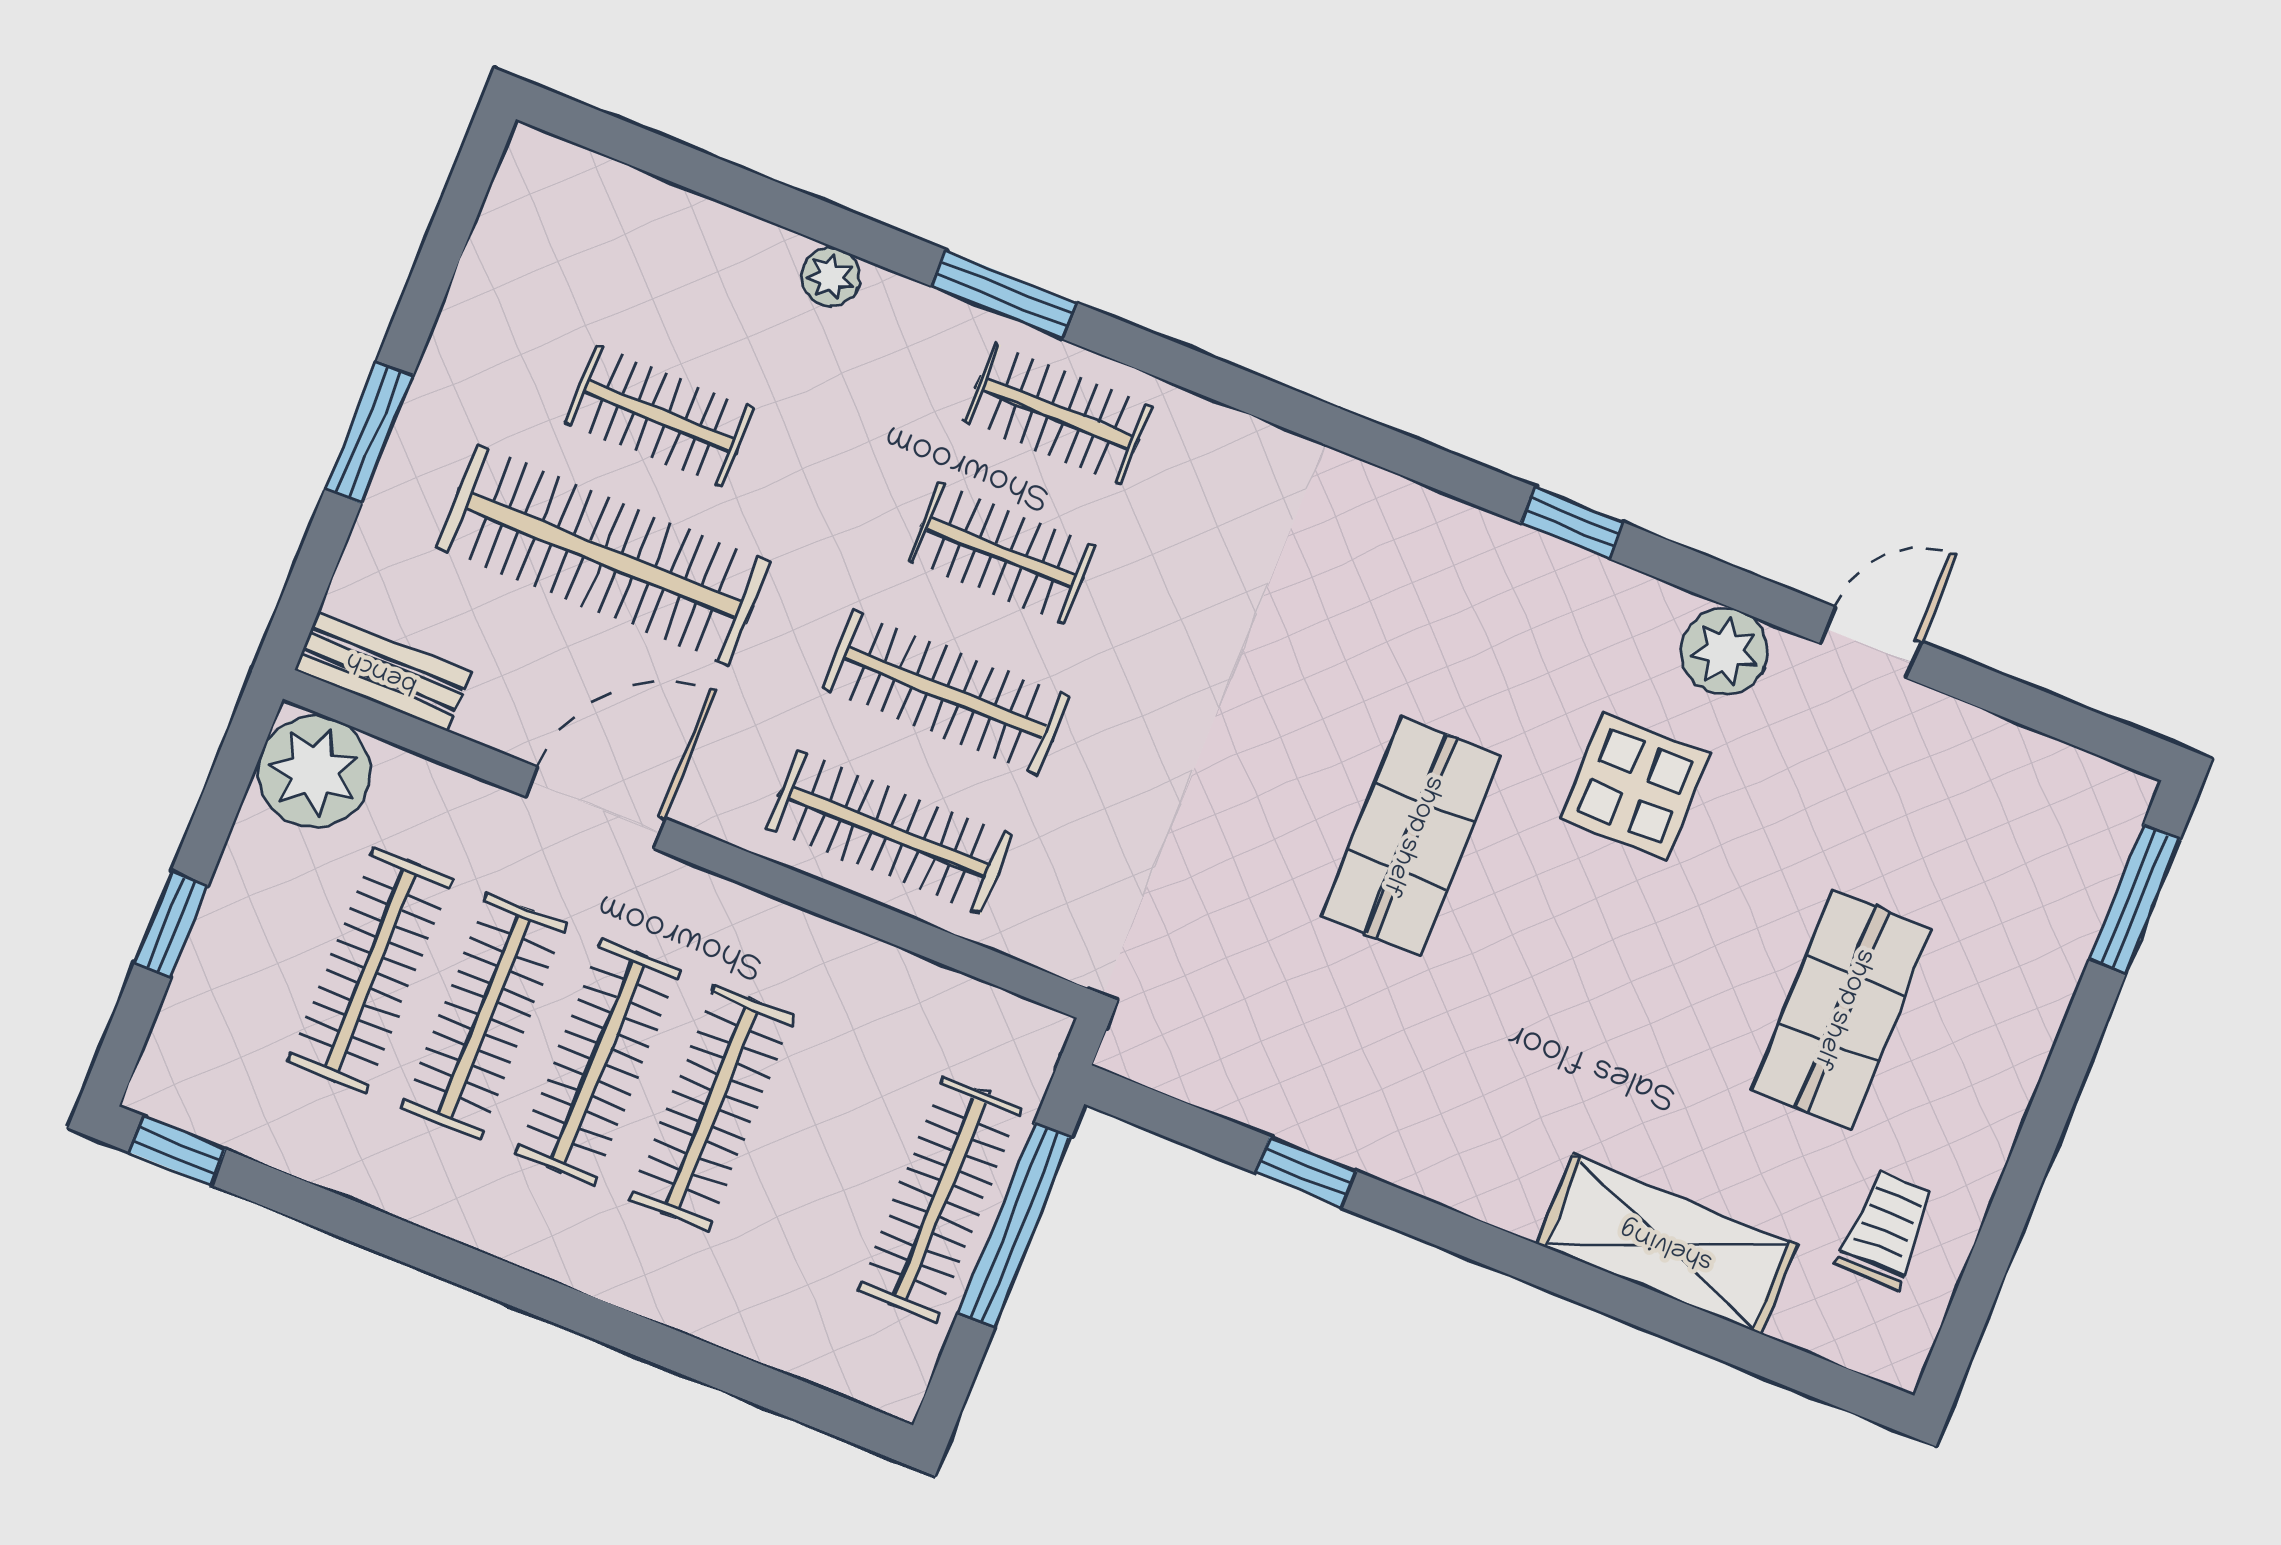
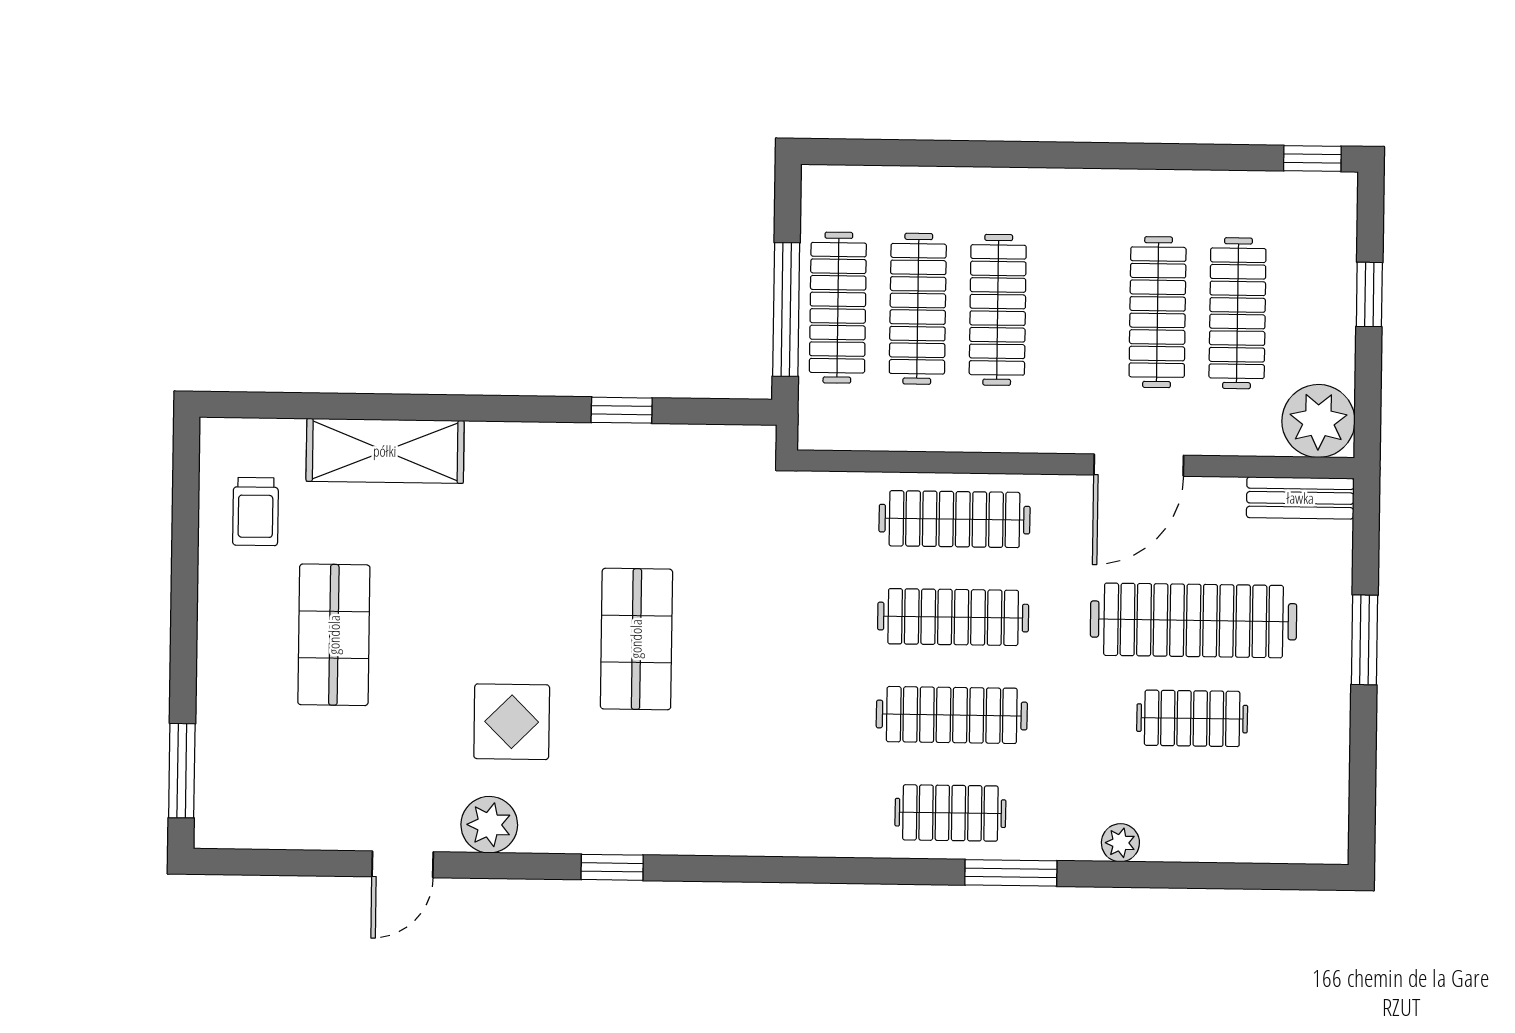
clothes rail: (1001, 553) -> (952, 715), width x1.36
clothes rail: (598, 1062) -> (918, 309), moved

